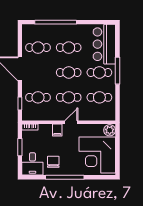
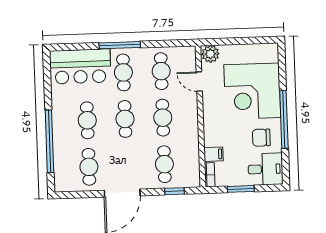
door: (71, 122) -> (199, 82), moved
filing cabinet: (57, 130) -> (214, 154), moved
corner desk: (97, 155) -> (252, 91), moved, turned 90

